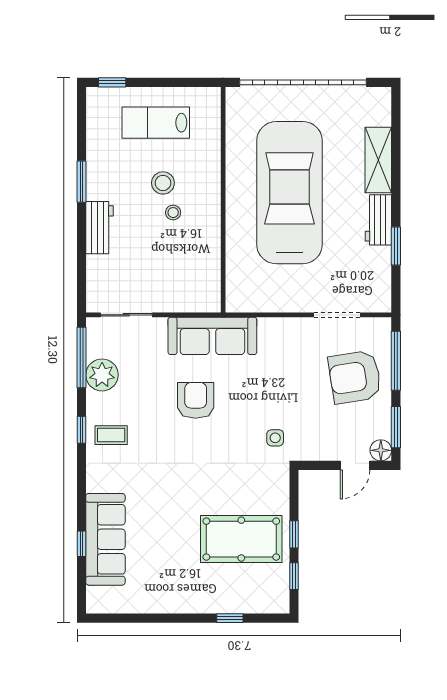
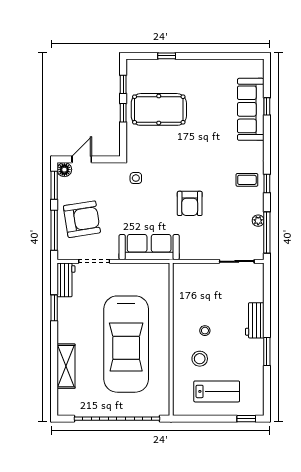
stool: (163, 183) -> (200, 359), moved
workbench: (378, 220) -> (66, 280), moved
sofa: (212, 336) -> (149, 247), moved
plant: (102, 375) -> (258, 221), width x0.53, depth x0.53

